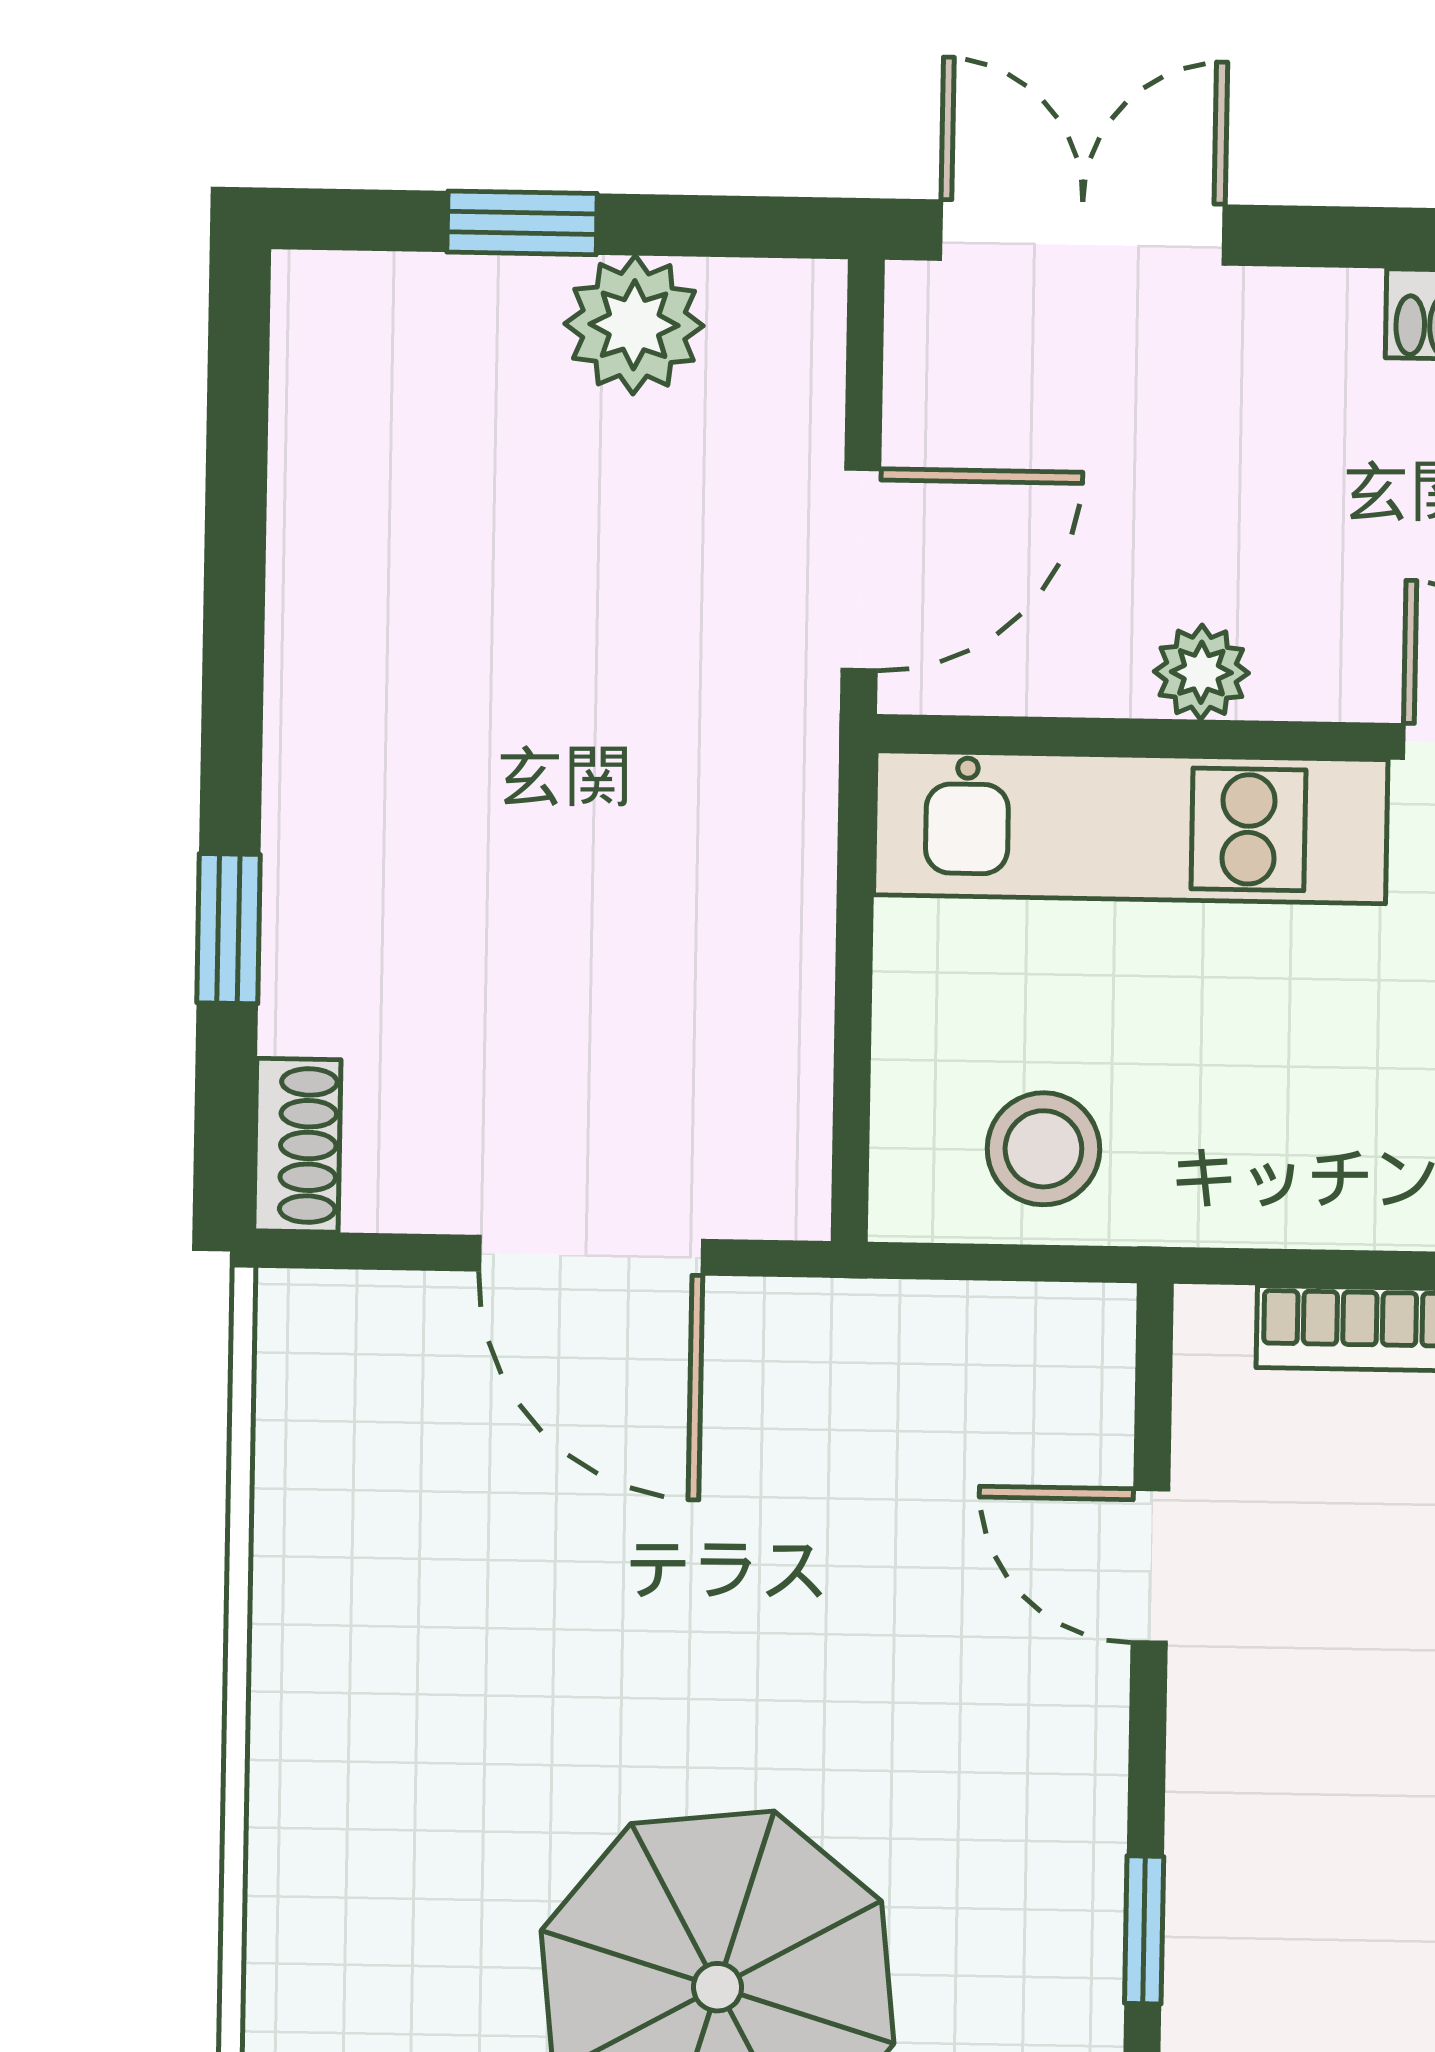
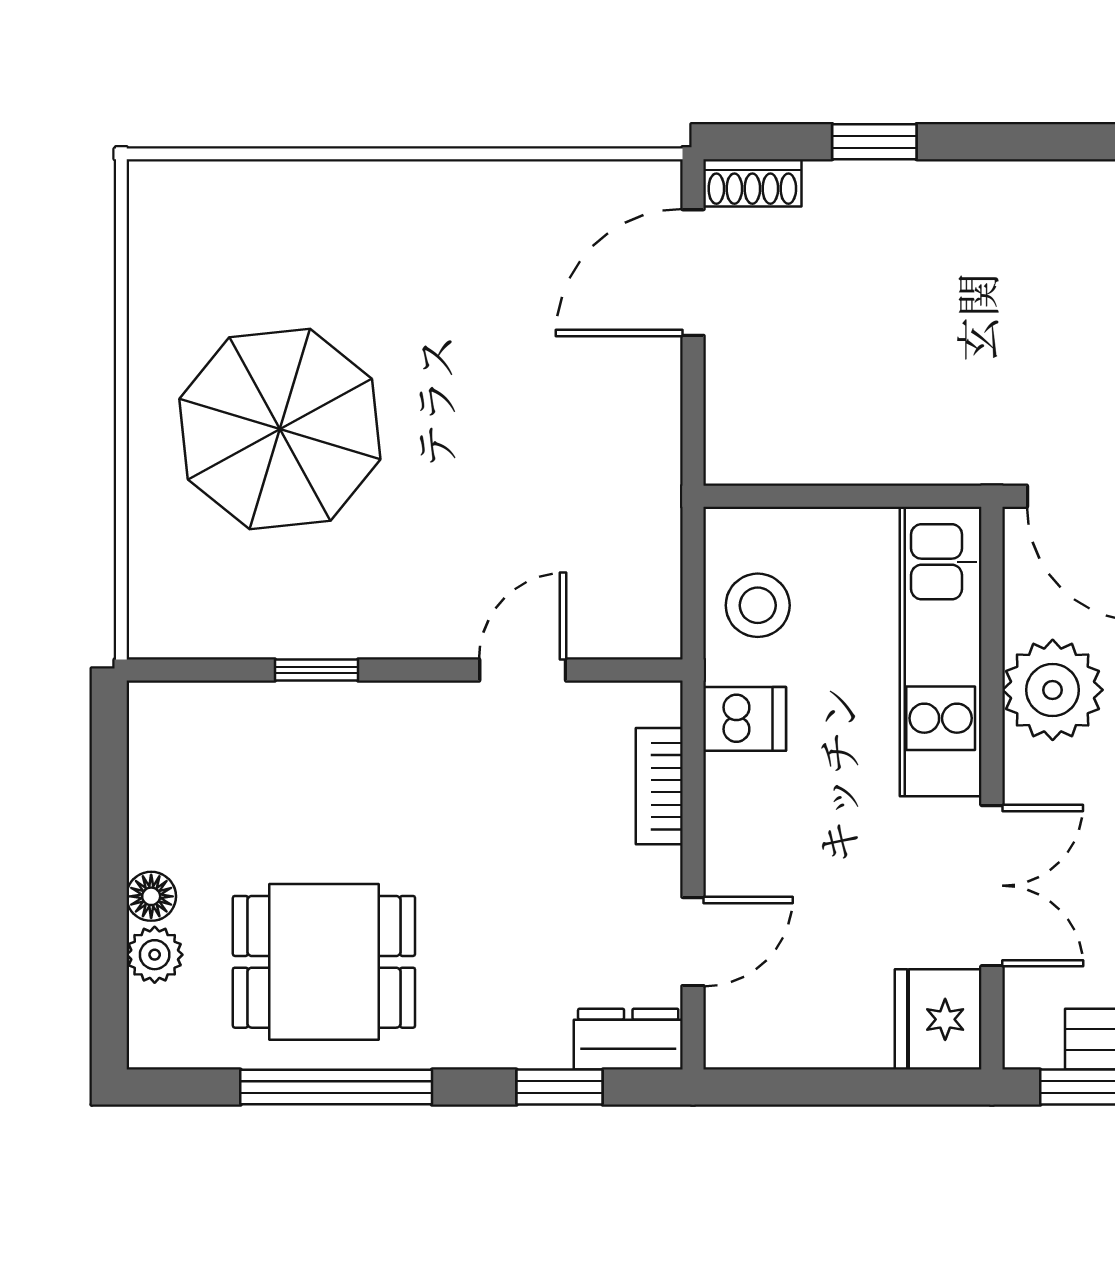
plant: (1201, 672) -> (1053, 690), width x1.88, depth x1.88
dishwasher: (1244, 1175) -> (745, 719), added
door: (591, 1255) -> (693, 273), moved

